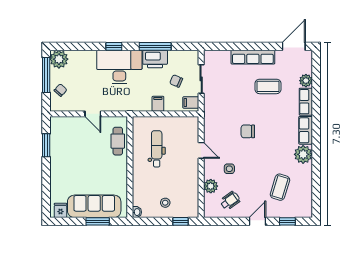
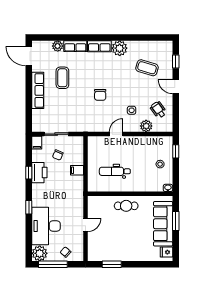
window: (155, 46) -> (29, 173), width x0.46
desk: (119, 67) -> (46, 226), moved
filing cabinet: (191, 102) -> (37, 143), moved
cafe table: (118, 141) -> (126, 206), moved

